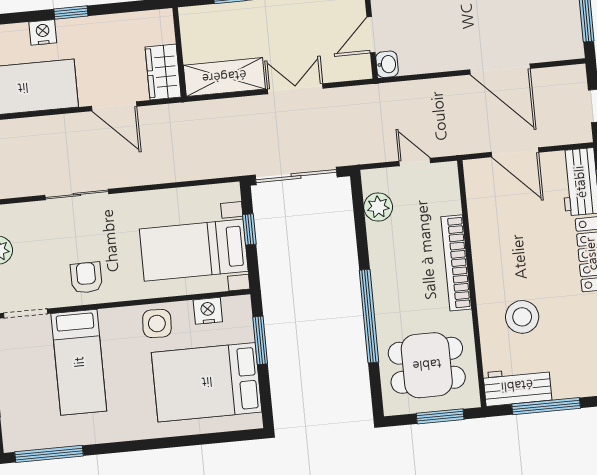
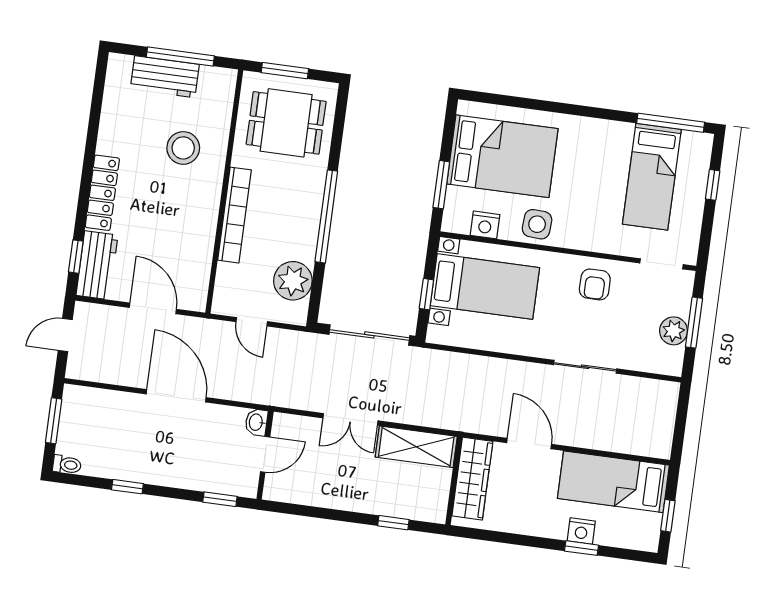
window: (71, 12) -> (581, 548), moved
door: (500, 69) -> (176, 396), moved
wardrobe: (163, 72) -> (472, 479), width x1.50
plant: (378, 207) -> (293, 281), width x1.36, depth x1.36
window: (369, 316) -> (326, 216), moved
bed: (79, 362) -> (652, 177), moved, turned 180
workbench: (517, 386) -> (165, 77), moved

